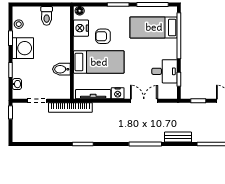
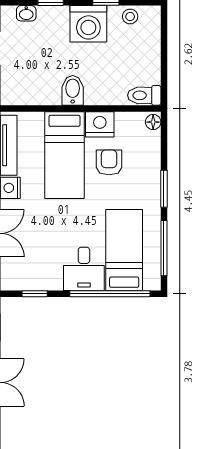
toilet: (47, 16) -> (144, 95), moved
nightstand: (81, 28) -> (100, 124), moved
bidet: (61, 69) -> (73, 90), moved
desk: (164, 71) -> (84, 269), moved

